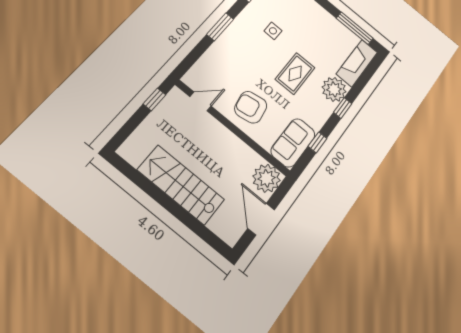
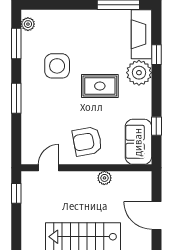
side table: (273, 31) -> (57, 66), width x1.87, depth x1.87
rug: (295, 73) -> (100, 86), turned 90
window: (343, 108) -> (156, 55), moved
plant: (266, 178) -> (104, 178), moved, width x0.53, depth x0.53

